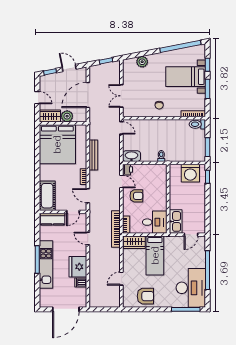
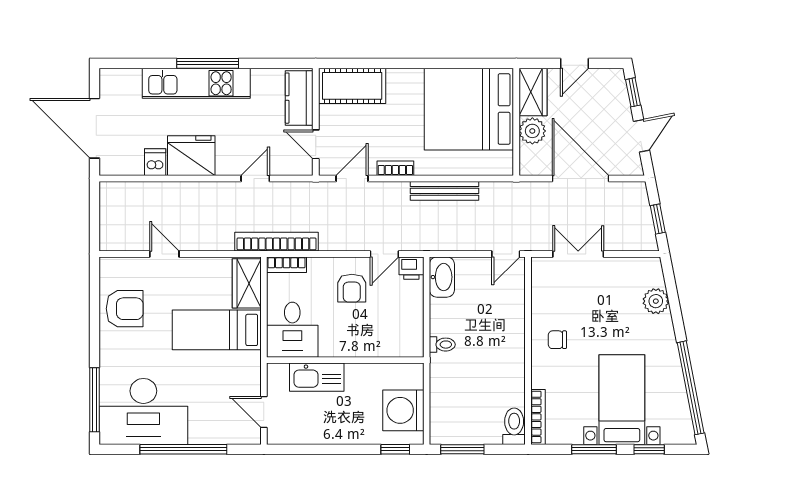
kitchen sink: (176, 221) -> (317, 377), moved
armchair: (145, 296) -> (125, 309), turned -90

